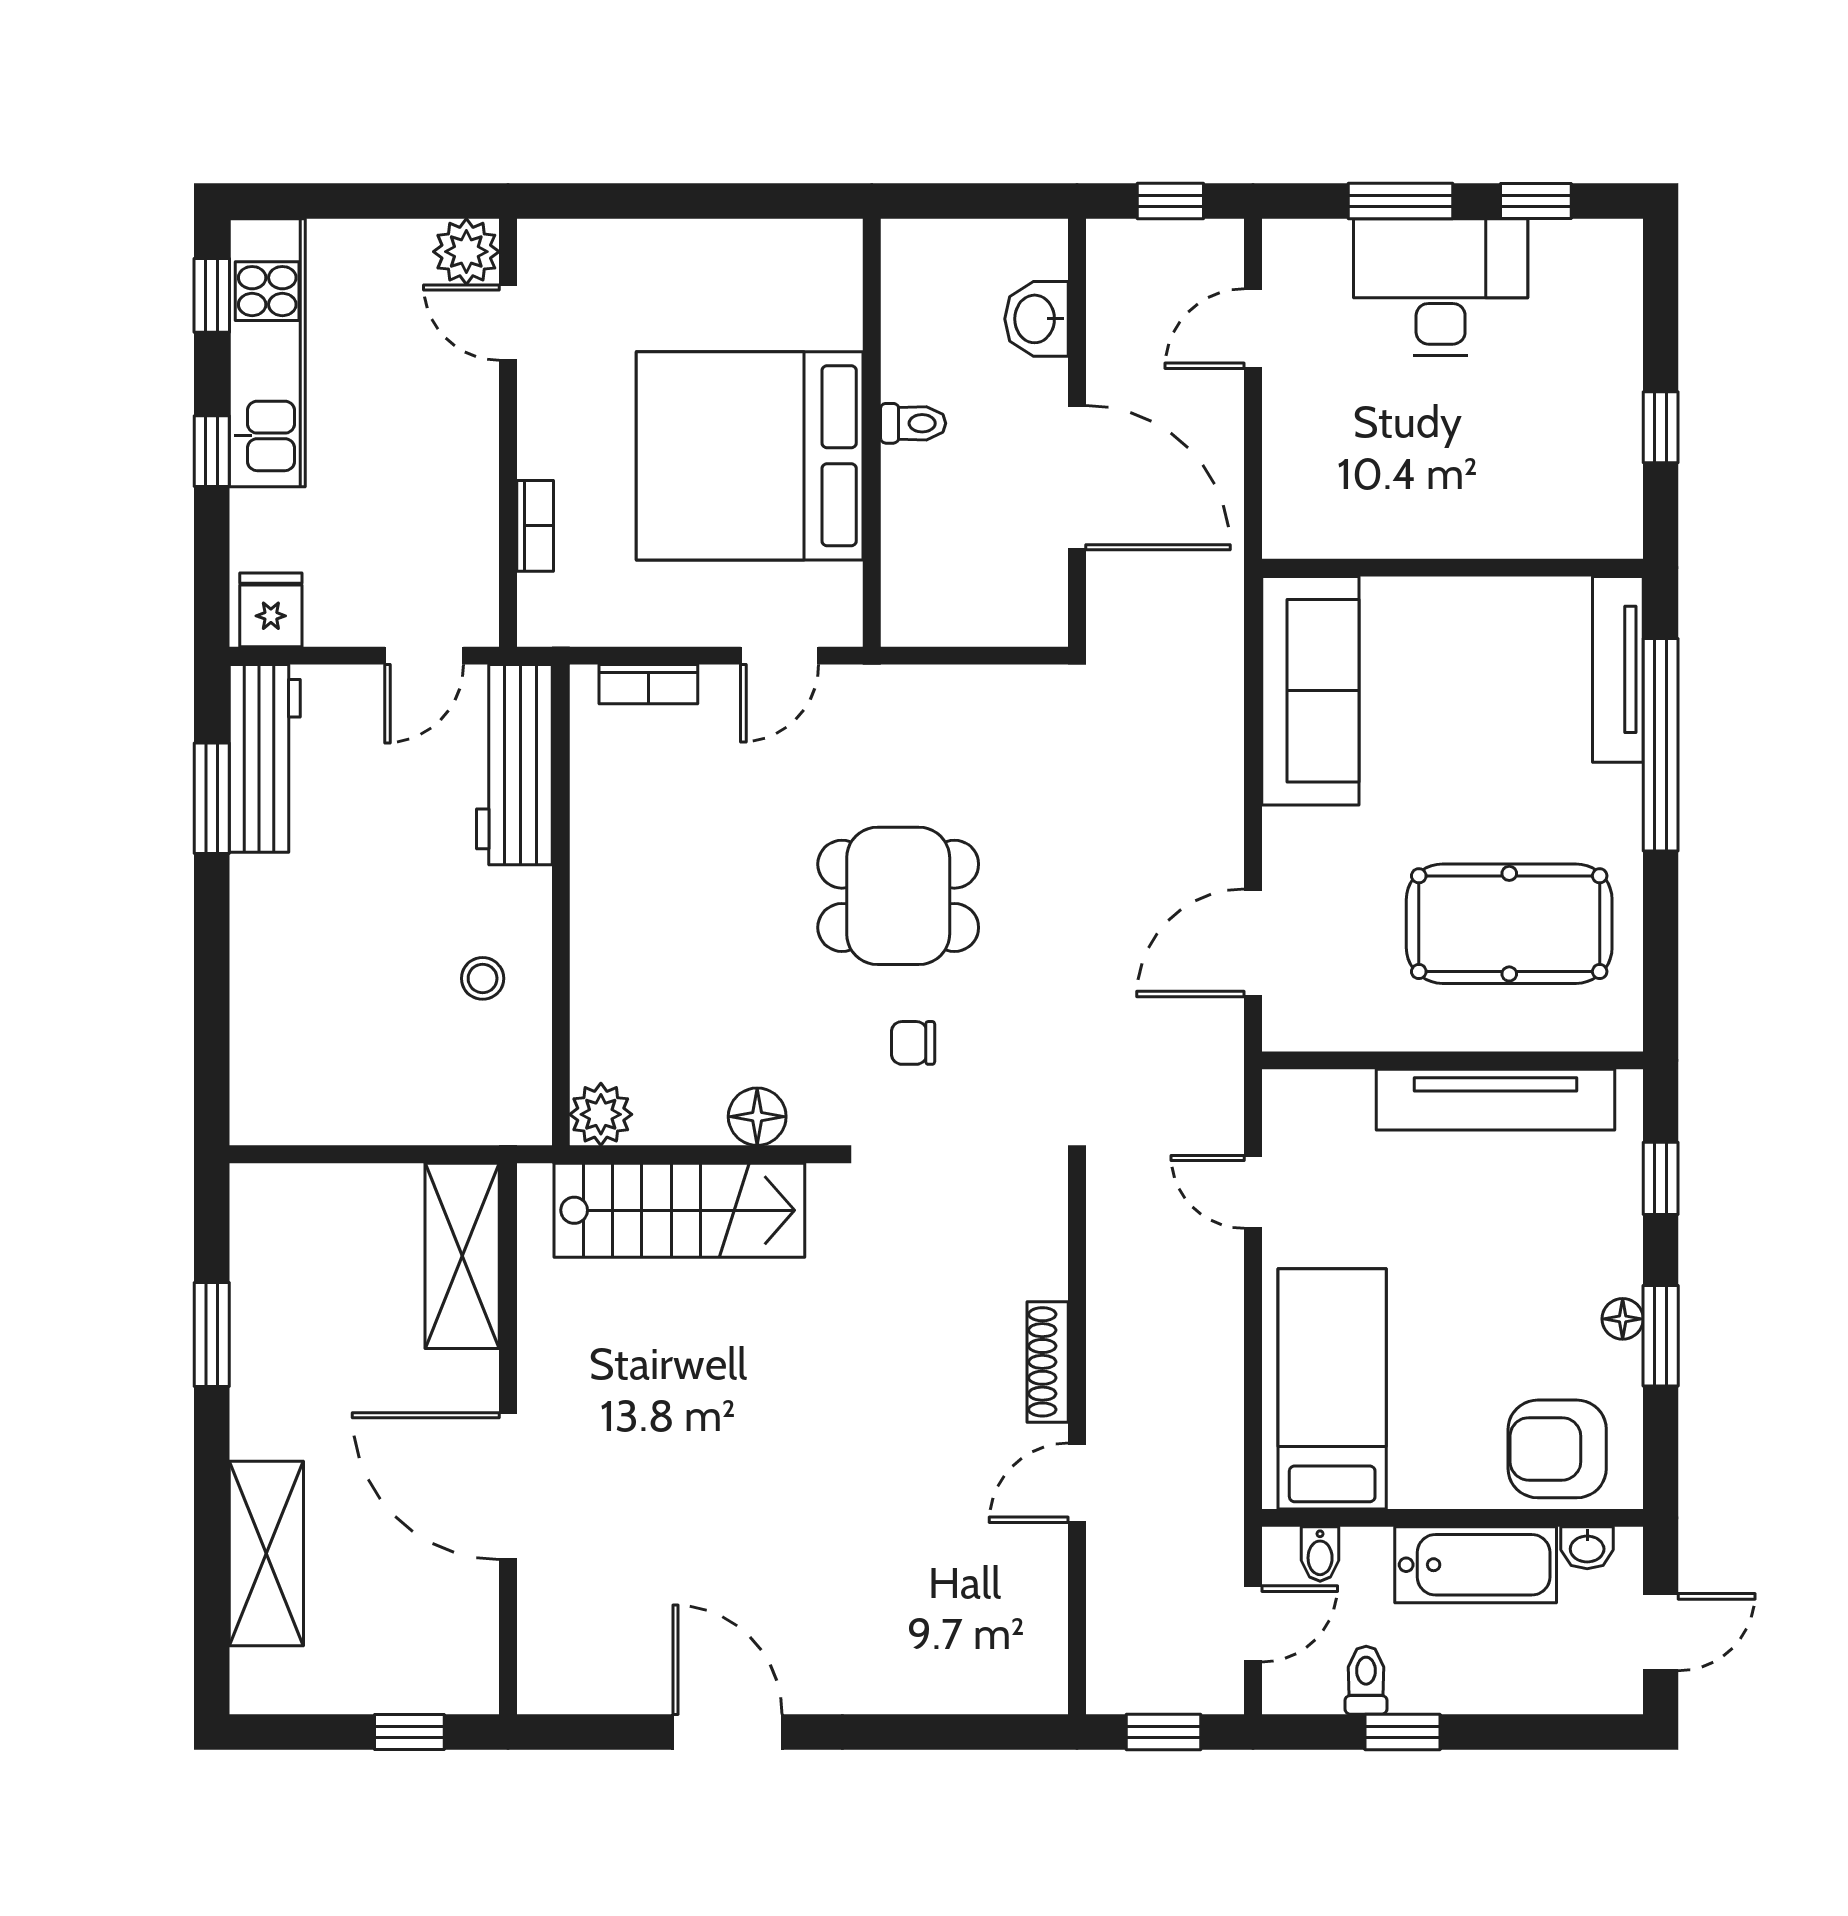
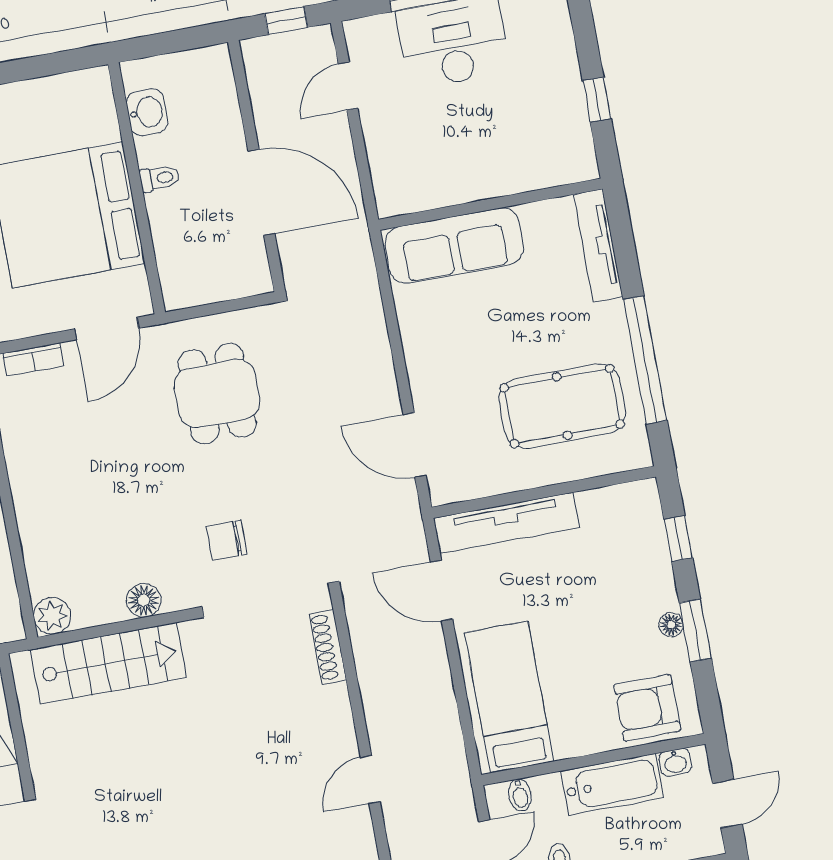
washbasin: (1036, 319) -> (147, 112), moved, turned 180
door: (780, 656) -> (107, 328), width x1.38
sofa: (1310, 691) -> (454, 246), moved, turned 90
window: (1661, 745) -> (645, 360), moved
dining table: (898, 896) -> (217, 394), moved, turned 90
door: (1253, 943) -> (415, 445), hinge flipped
chair: (913, 1043) -> (227, 540), width x1.37, depth x1.37
tv unit: (1496, 1100) -> (506, 523), moved
door: (1253, 1192) -> (442, 591), width x1.38
shoe rack: (1048, 1362) -> (328, 647), moved

